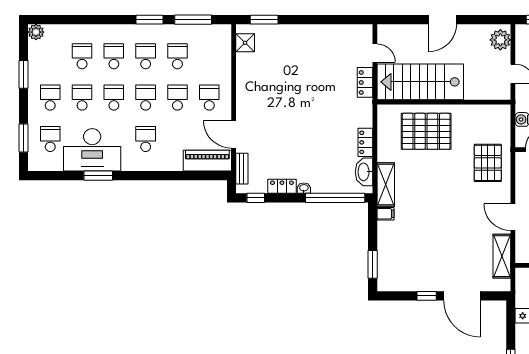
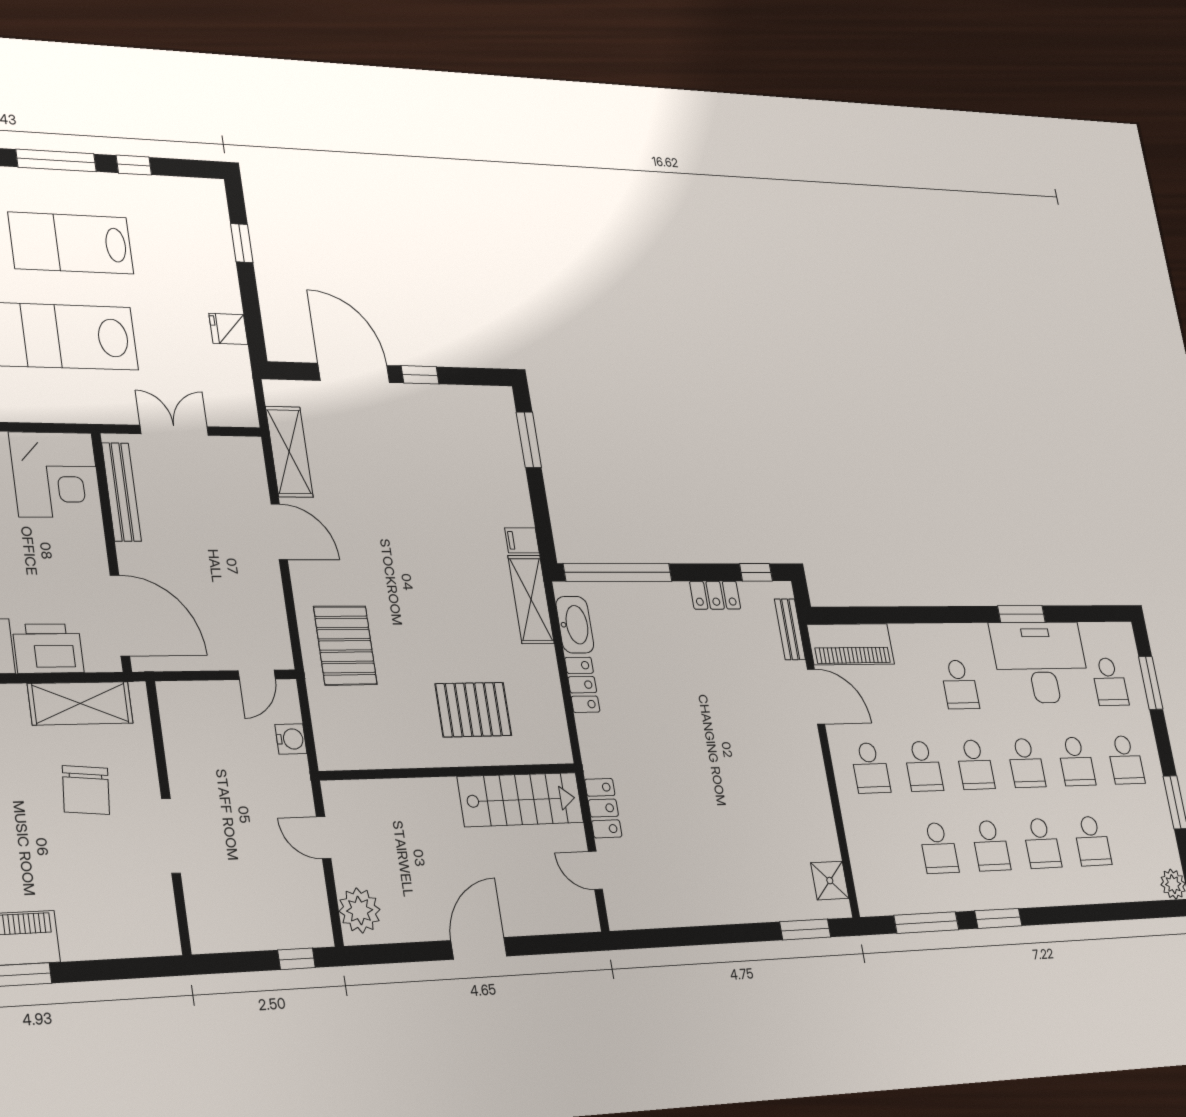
stairs: (420, 82) -> (521, 800), width x0.73, depth x0.66
pallet: (426, 131) -> (473, 710), width x0.73, depth x0.71
washbasin: (304, 188) -> (676, 592), removed

